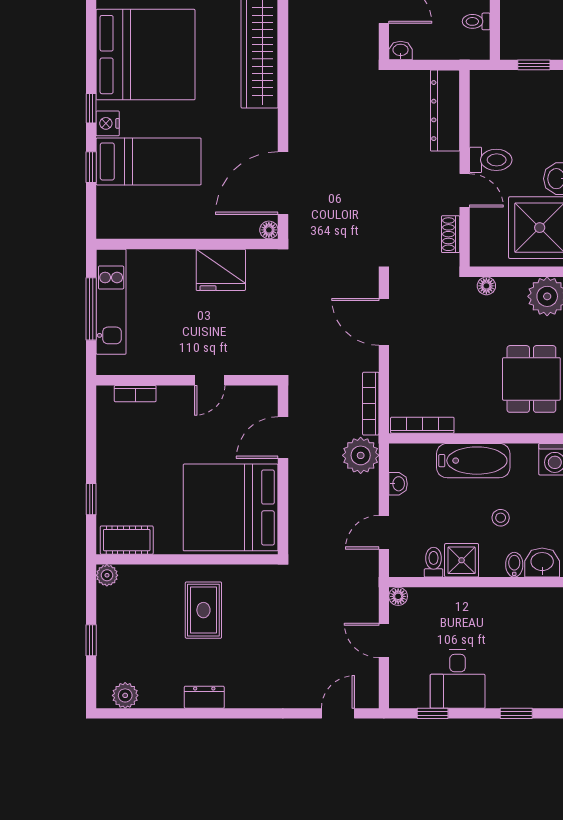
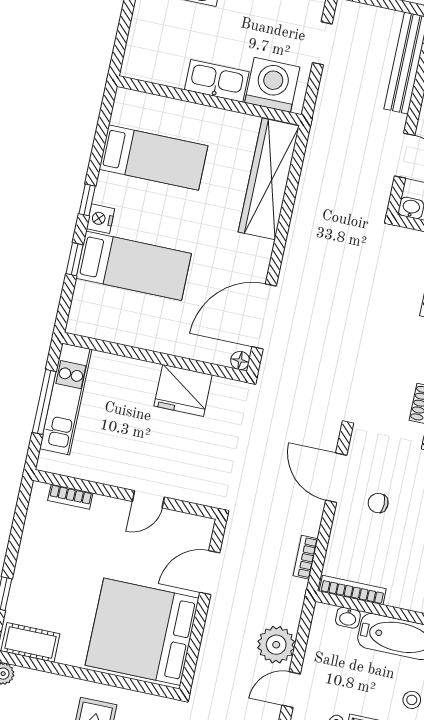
bed: (146, 55) -> (153, 157), width x0.49
chair: (429, 337) -> (378, 503), added
bookcase: (371, 404) -> (305, 557), width x0.64
plant: (361, 455) -> (276, 645), moved
washbasin: (398, 484) -> (348, 618), moved, turned 90

